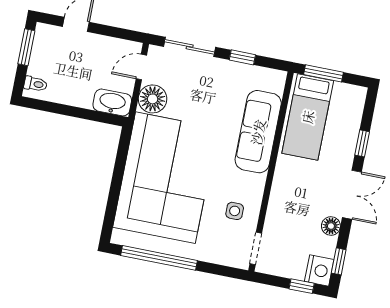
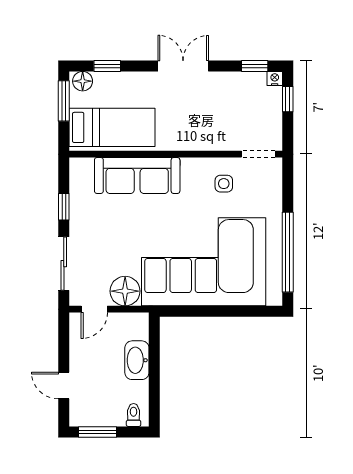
door: (141, 67) -> (94, 309), hinge flipped
window: (324, 73) -> (64, 101), moved
washbasin: (112, 102) -> (137, 360), moved
window: (362, 143) -> (107, 66), moved
floor lamp: (331, 226) -> (83, 81), moved
nightstand: (319, 270) -> (275, 79), width x0.53, depth x0.56

